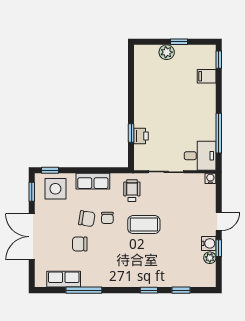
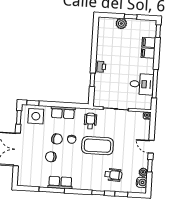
filing cabinet: (207, 91) -> (148, 53), added
printer: (141, 136) -> (100, 67), moved
desk: (200, 156) -> (142, 84), moved
door: (219, 221) -> (151, 147), swing flipped
coffee table: (144, 225) -> (97, 146), width x1.36, depth x1.32
water cooler: (209, 243) -> (142, 182), moved
wheelchair: (168, 264) -> (113, 175), added
row of seats: (64, 279) -> (60, 183), moved

